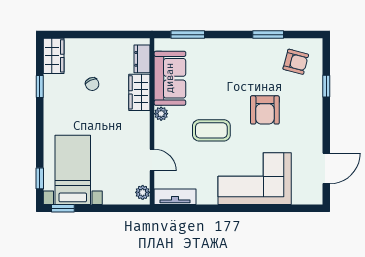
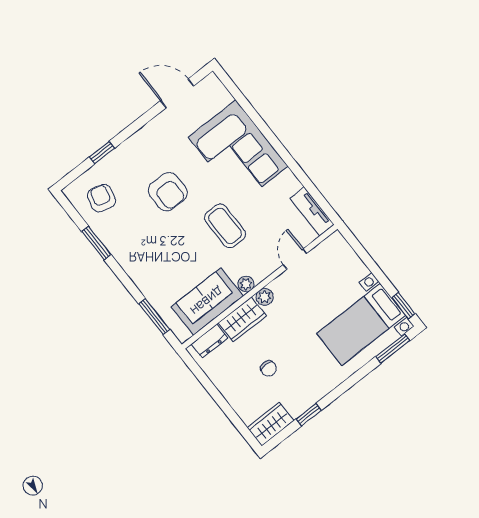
chair: (92, 84) -> (269, 368), turned 115
armchair: (265, 110) -> (168, 192), turned 90
window: (40, 178) -> (393, 349), width x1.50
plant: (143, 192) -> (265, 297), moved

